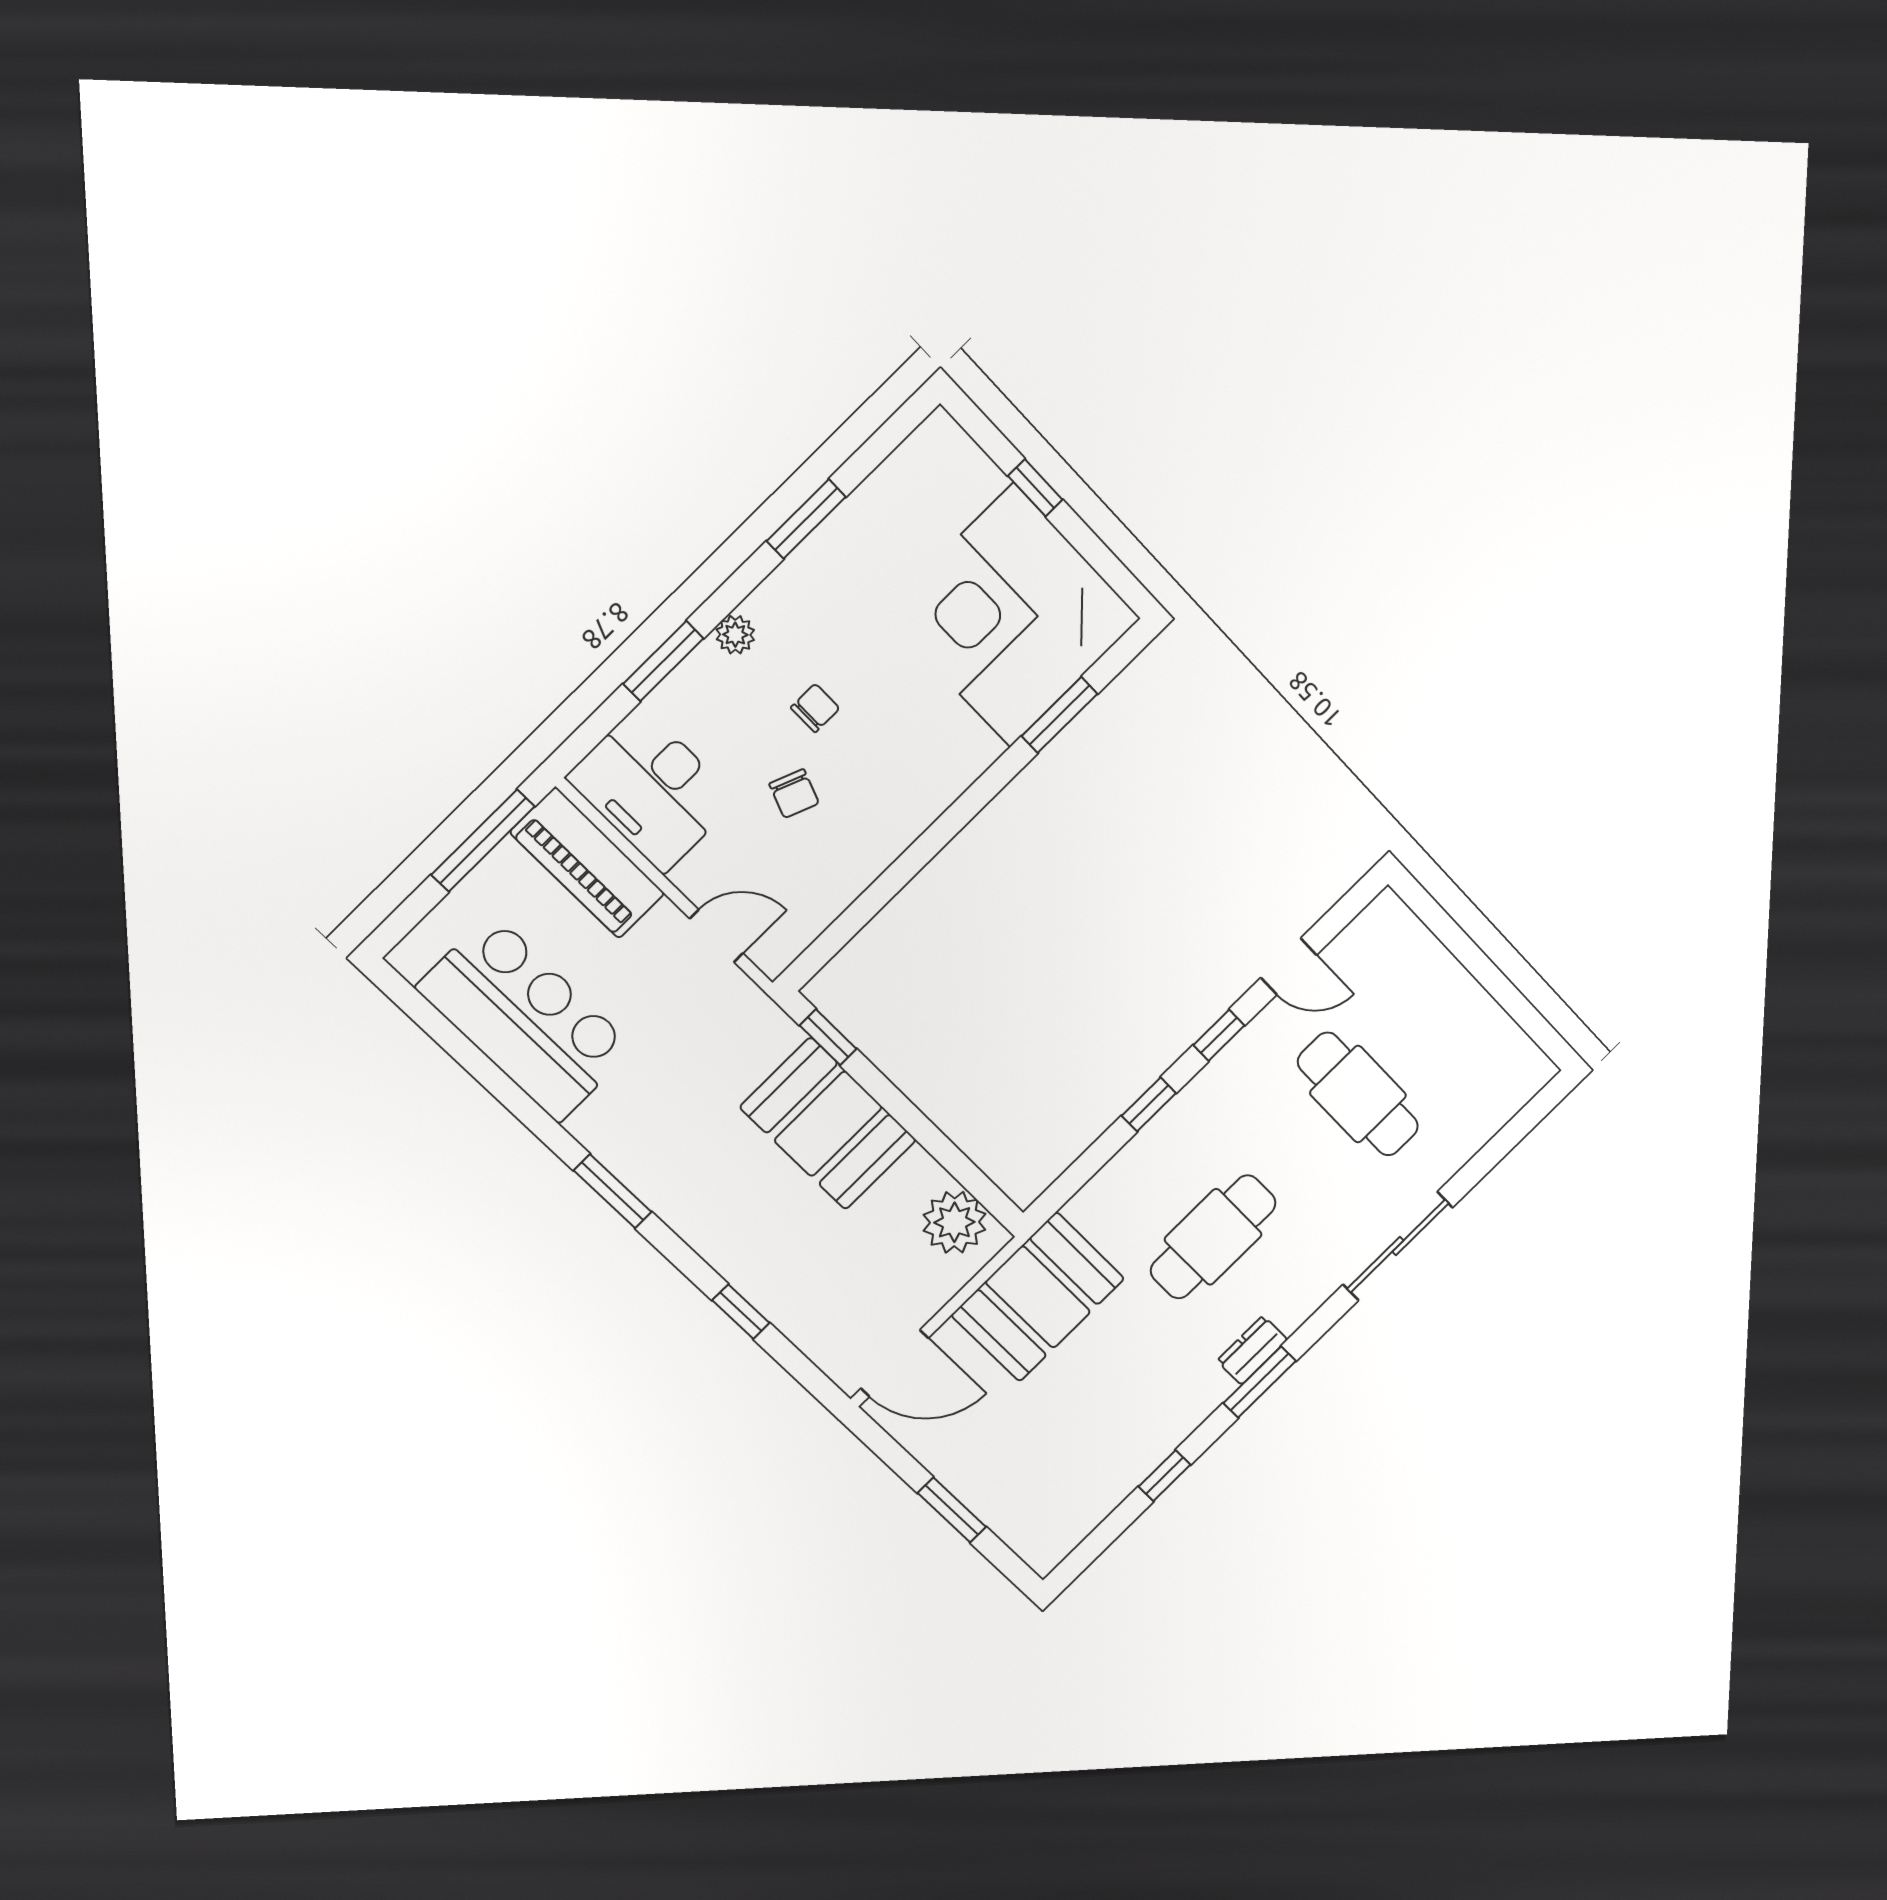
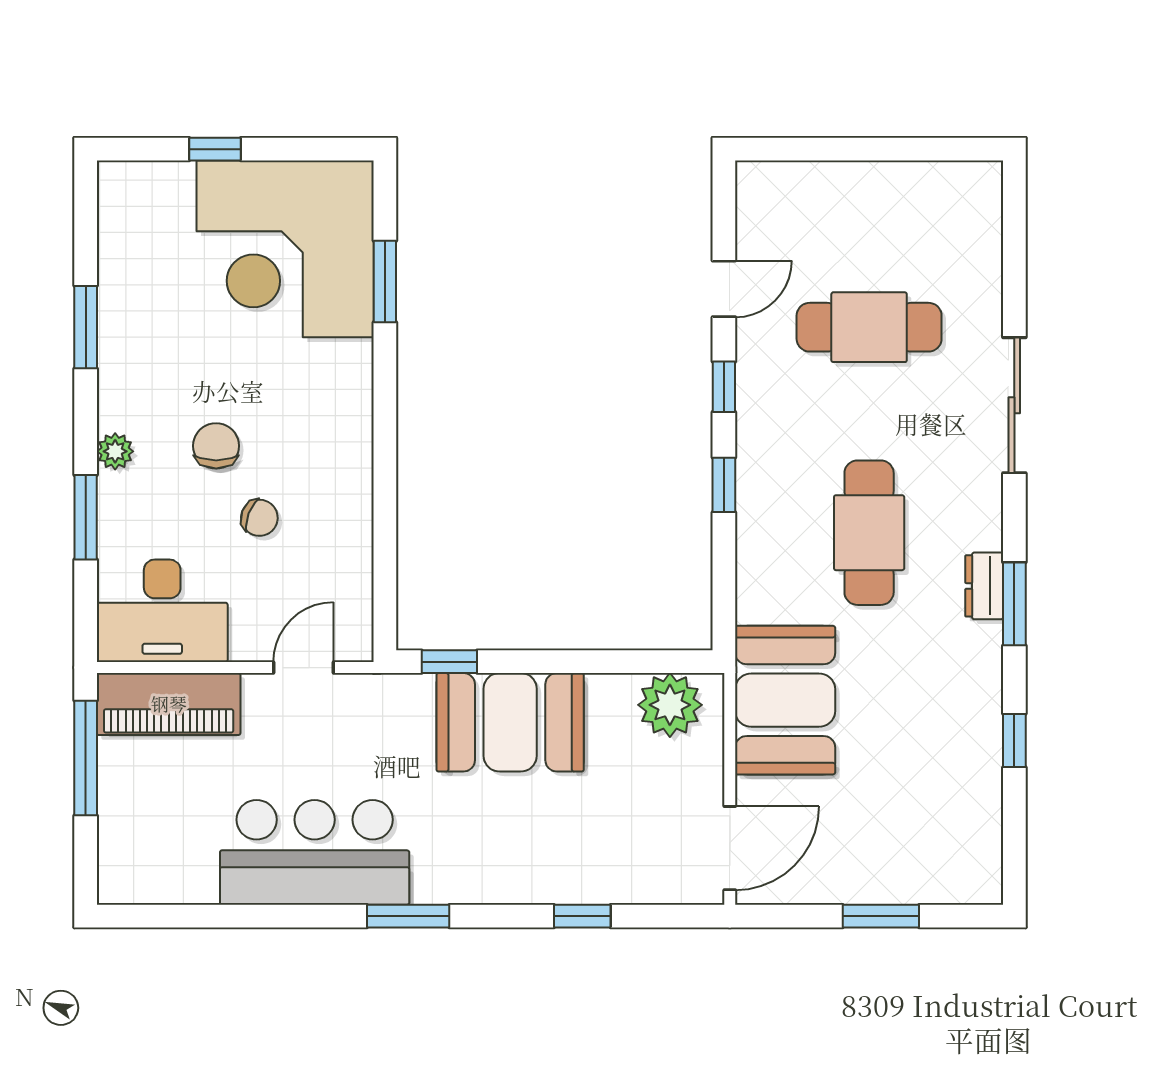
chair: (815, 708) -> (216, 446), width x1.37, depth x1.37
bar counter: (525, 1018) -> (315, 852), moved

